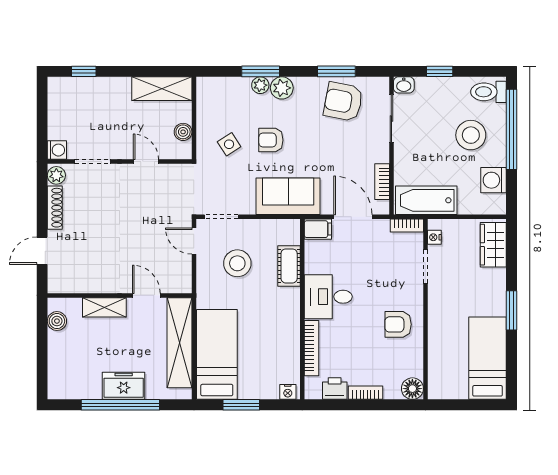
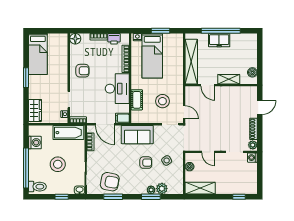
plant: (282, 88) -> (162, 189), moved
stool: (471, 135) -> (58, 164), moved
desk: (328, 297) -> (117, 89), width x1.37
bed: (217, 354) -> (152, 56), moved

